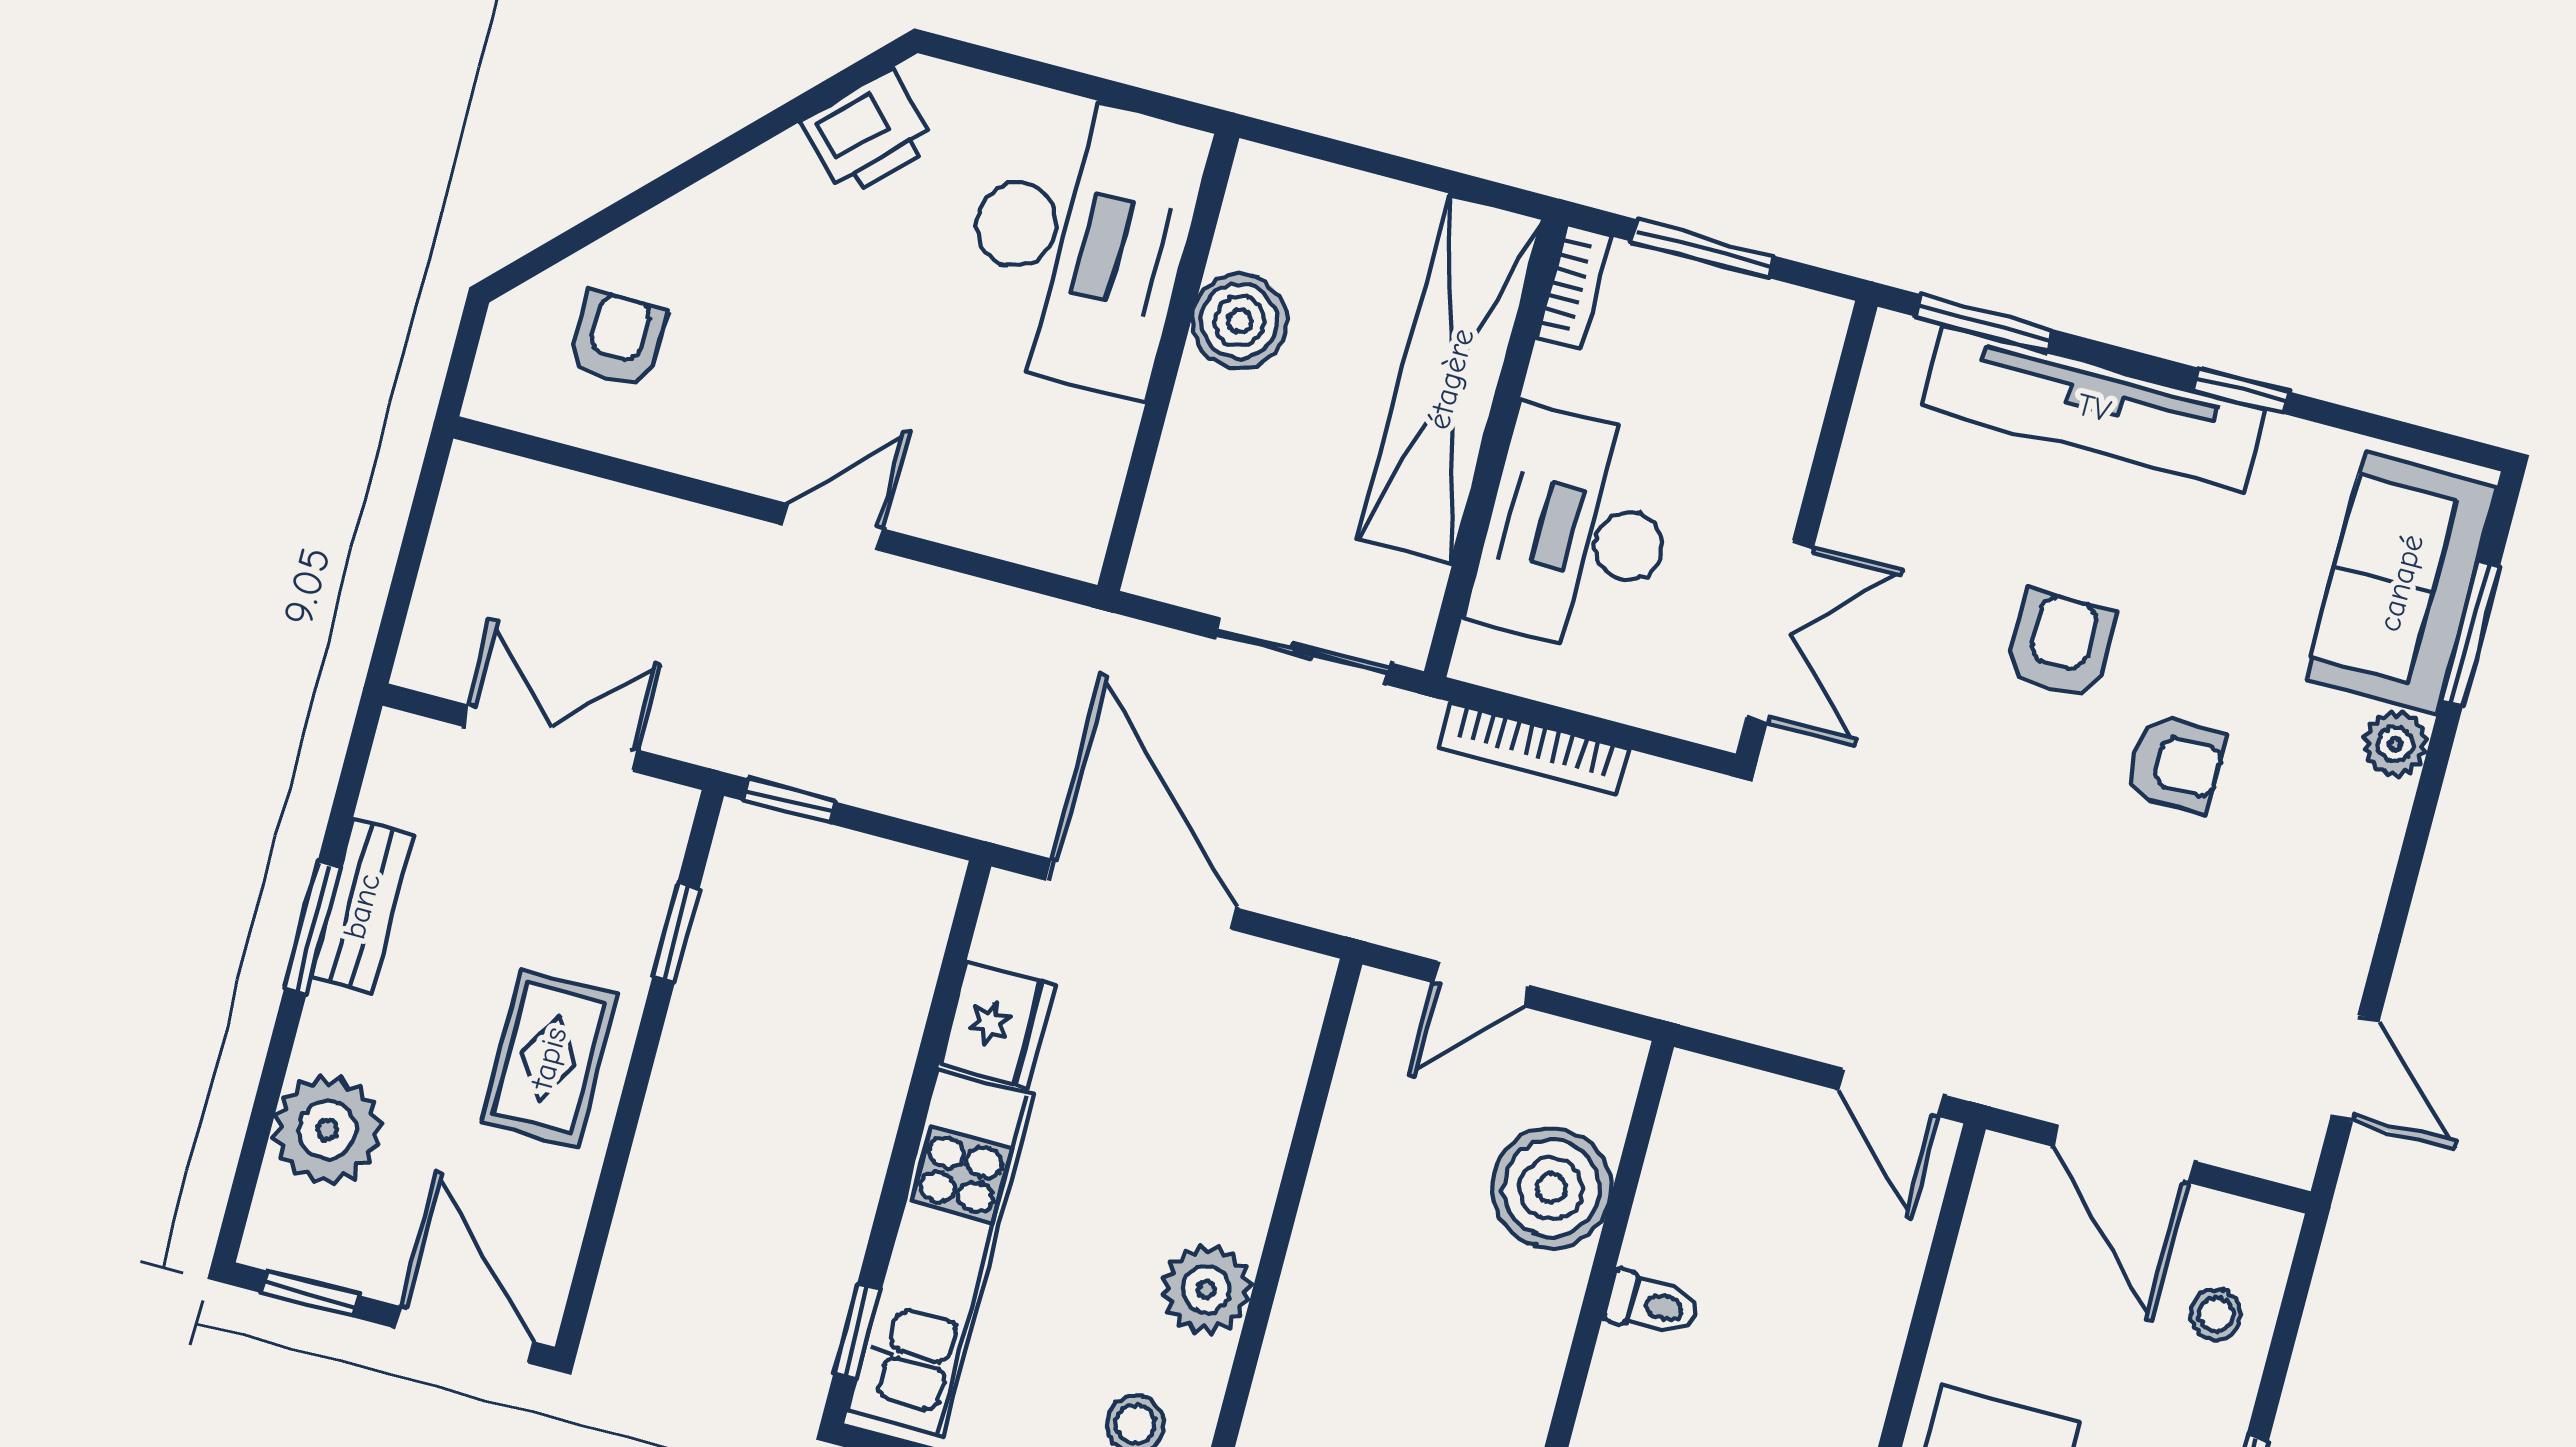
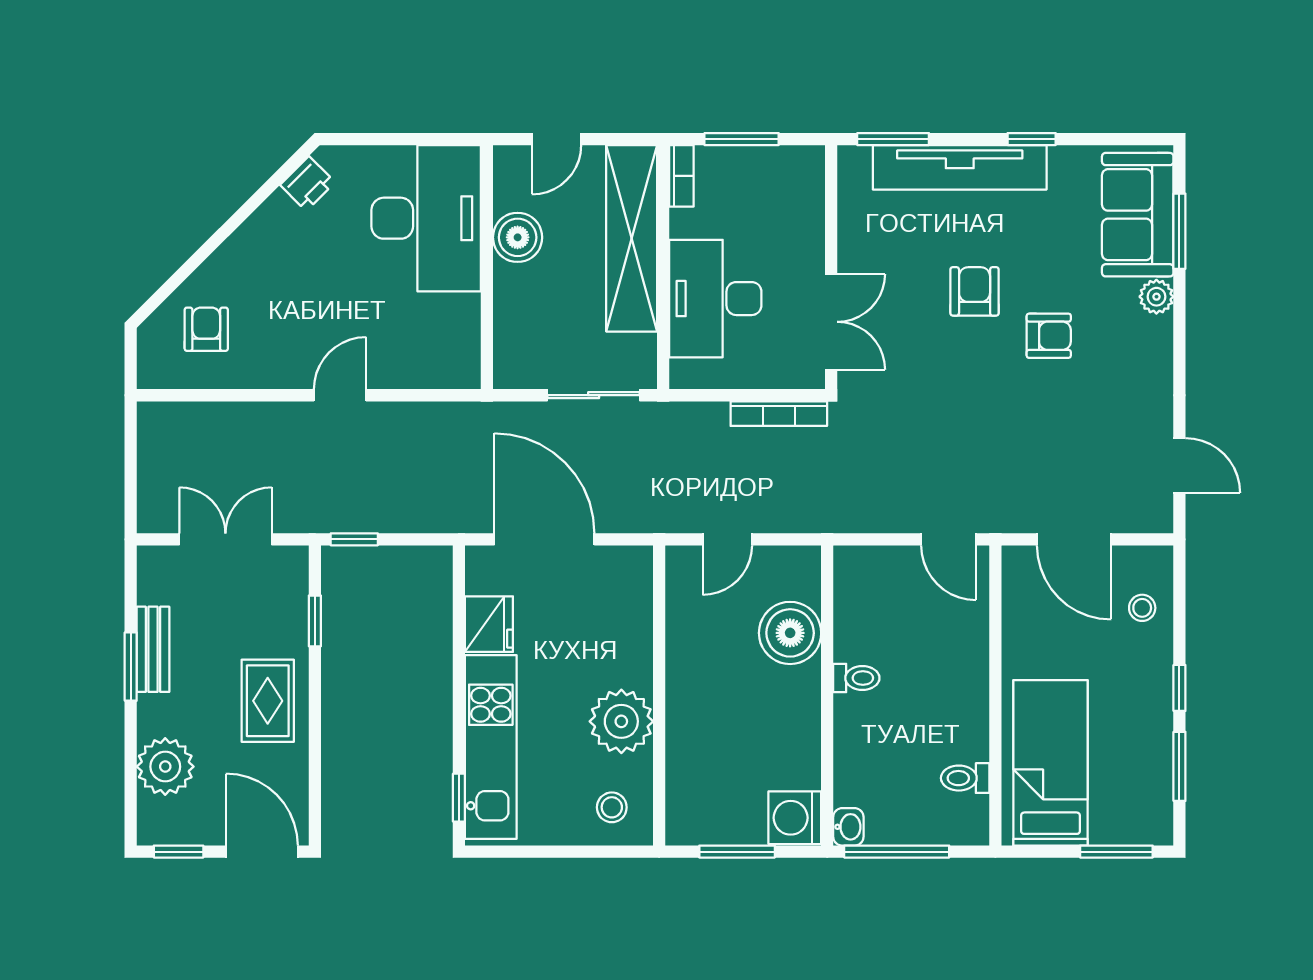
printer: (868, 133) -> (308, 184), width x0.73, depth x0.81
door: (1360, 158) -> (557, 139), added
bookcase: (1534, 748) -> (779, 414), moved
plant: (1206, 1289) -> (621, 721), width x1.36, depth x1.36

